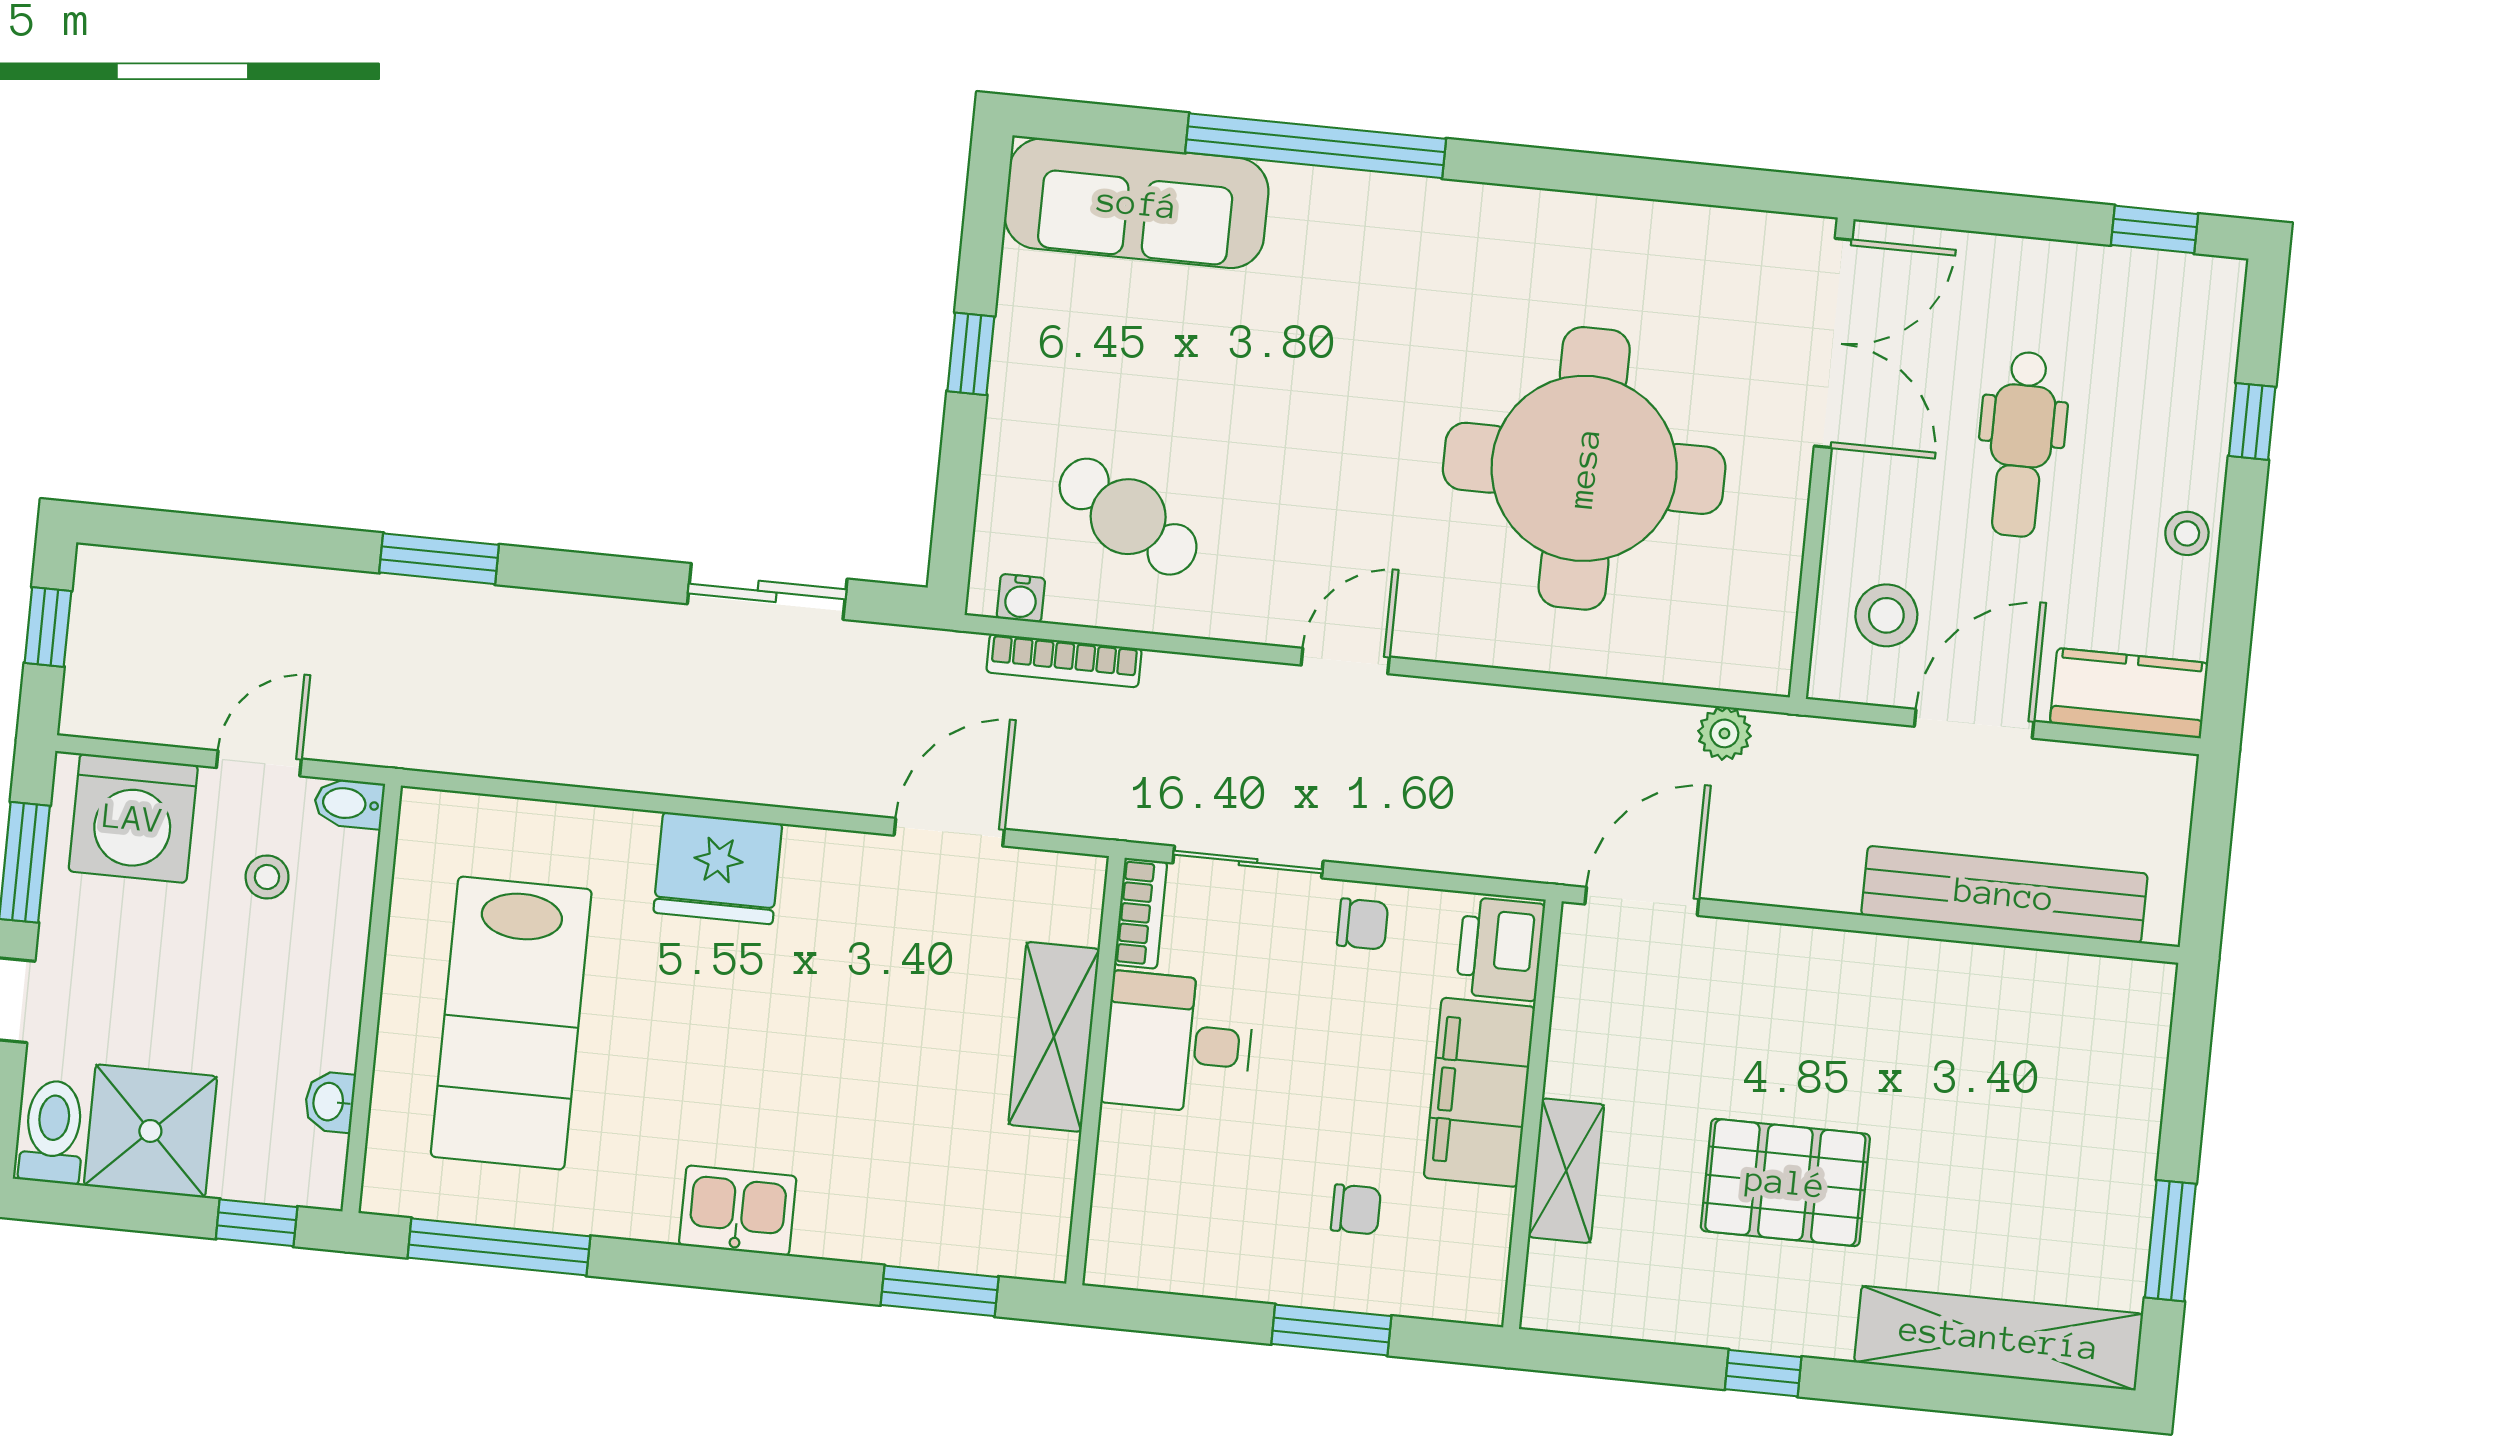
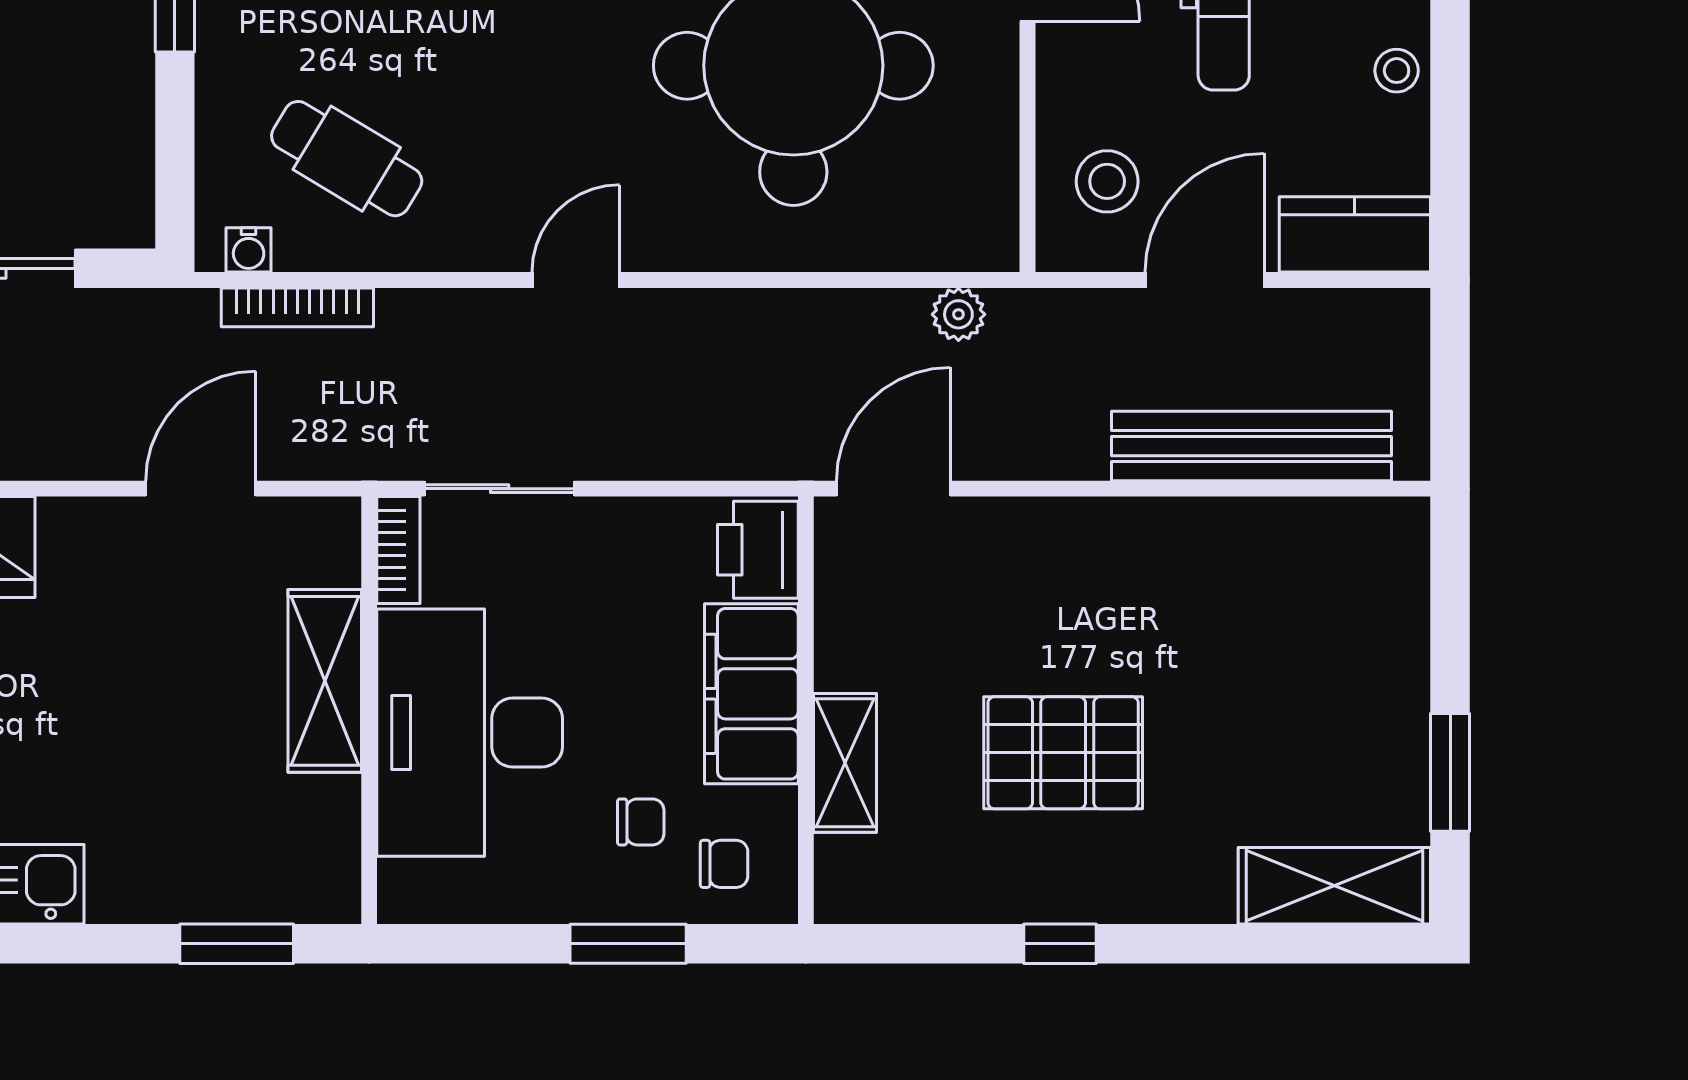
chair: (1363, 924) -> (724, 864), moved
desk: (1178, 1043) -> (470, 733), width x1.87, depth x1.30
shelving: (1999, 1338) -> (1334, 886), width x0.68

